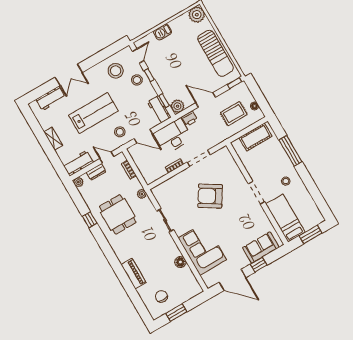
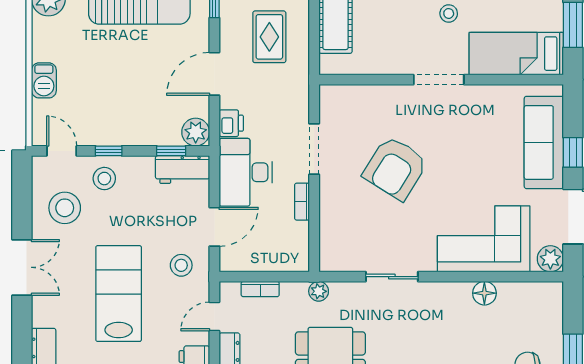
double door: (69, 75) -> (22, 267), moved
sofa: (261, 248) -> (544, 142), width x1.36
plant: (210, 281) -> (550, 259), added

